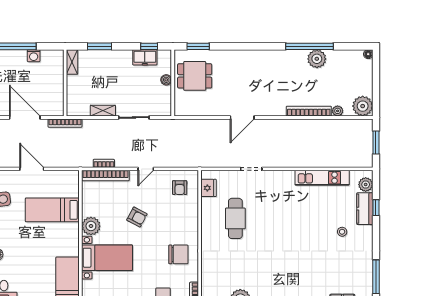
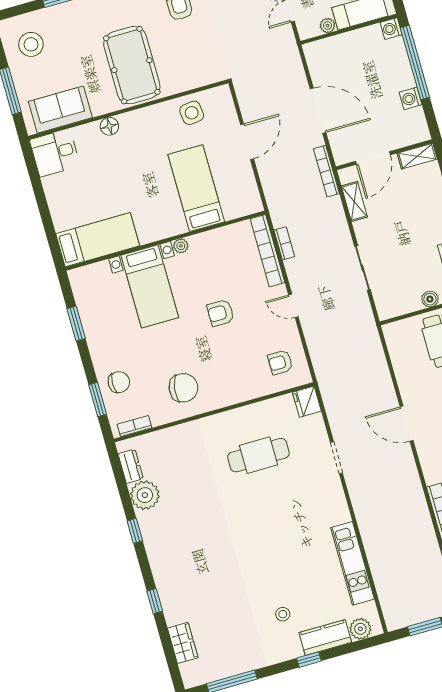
door: (65, 91) -> (373, 158), added
shelving: (103, 111) -> (354, 201), moved
door: (25, 117) -> (318, 111), hinge flipped
fridge: (209, 188) -> (307, 402), moved, turned 90
window: (376, 208) -> (309, 660), moved
armchair: (137, 217) -> (220, 313), turned 62
plant: (91, 226) -> (181, 246), width x0.53, depth x0.53
chair: (178, 254) -> (183, 388), turned -82

